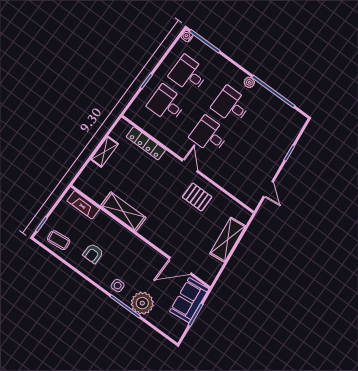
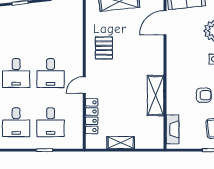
door: (190, 166) -> (84, 85), moved
door: (180, 266) -> (165, 23), swing flipped

